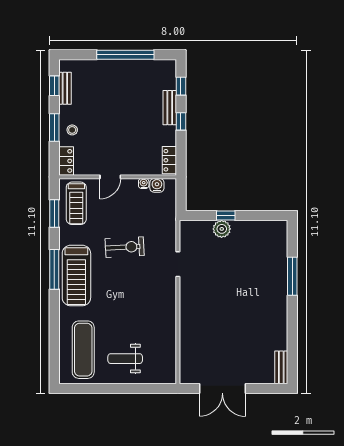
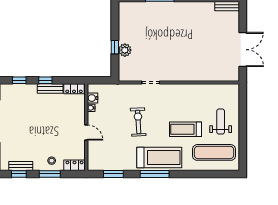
bench: (170, 108) -> (50, 89), moved
treadmill: (76, 203) -> (186, 129), moved, turned 180
weight bench: (125, 359) -> (221, 122), turned 180

